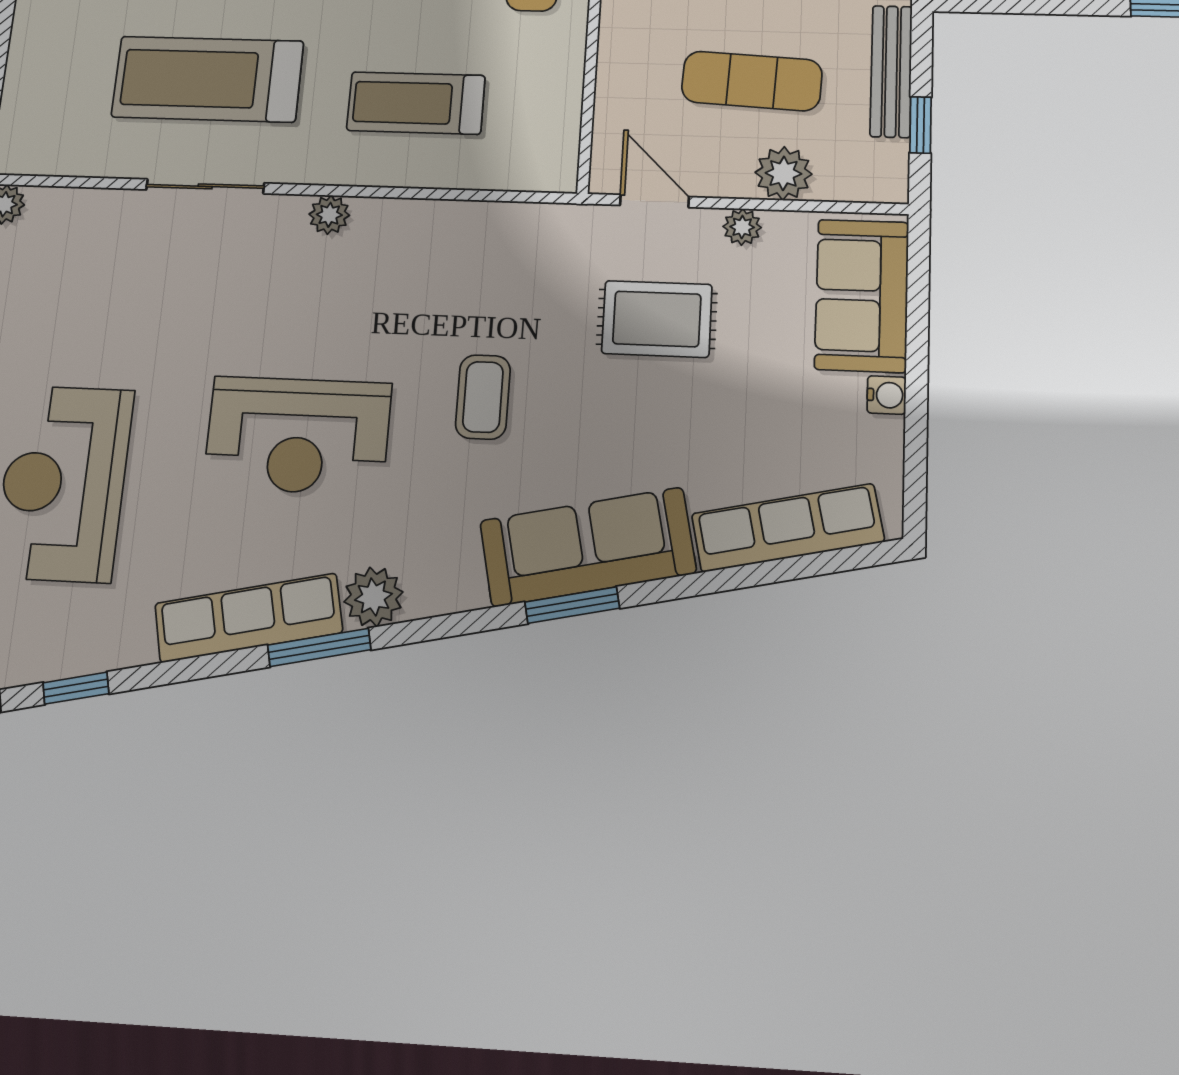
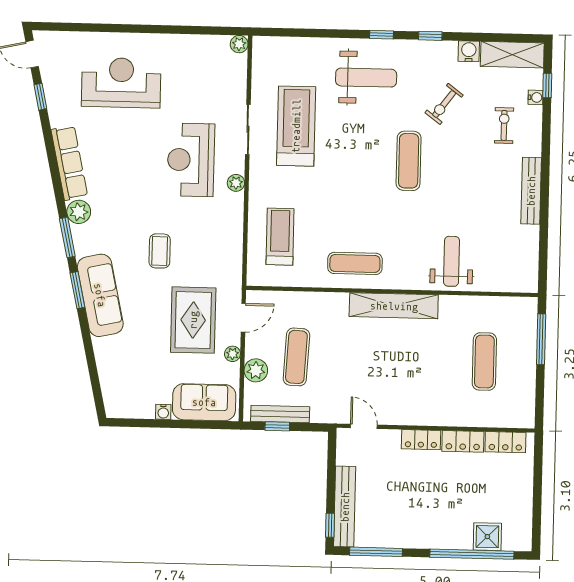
bench: (891, 71) -> (280, 414), moved
treadmill: (416, 103) -> (280, 237), moved
rug: (657, 319) -> (193, 320), width x1.36, depth x1.43
coffee table: (483, 397) -> (160, 251), turned 90
reception desk: (298, 435) -> (191, 160), moved
row of seats: (788, 528) -> (110, 373), removed
window: (319, 647) -> (67, 238), moved

